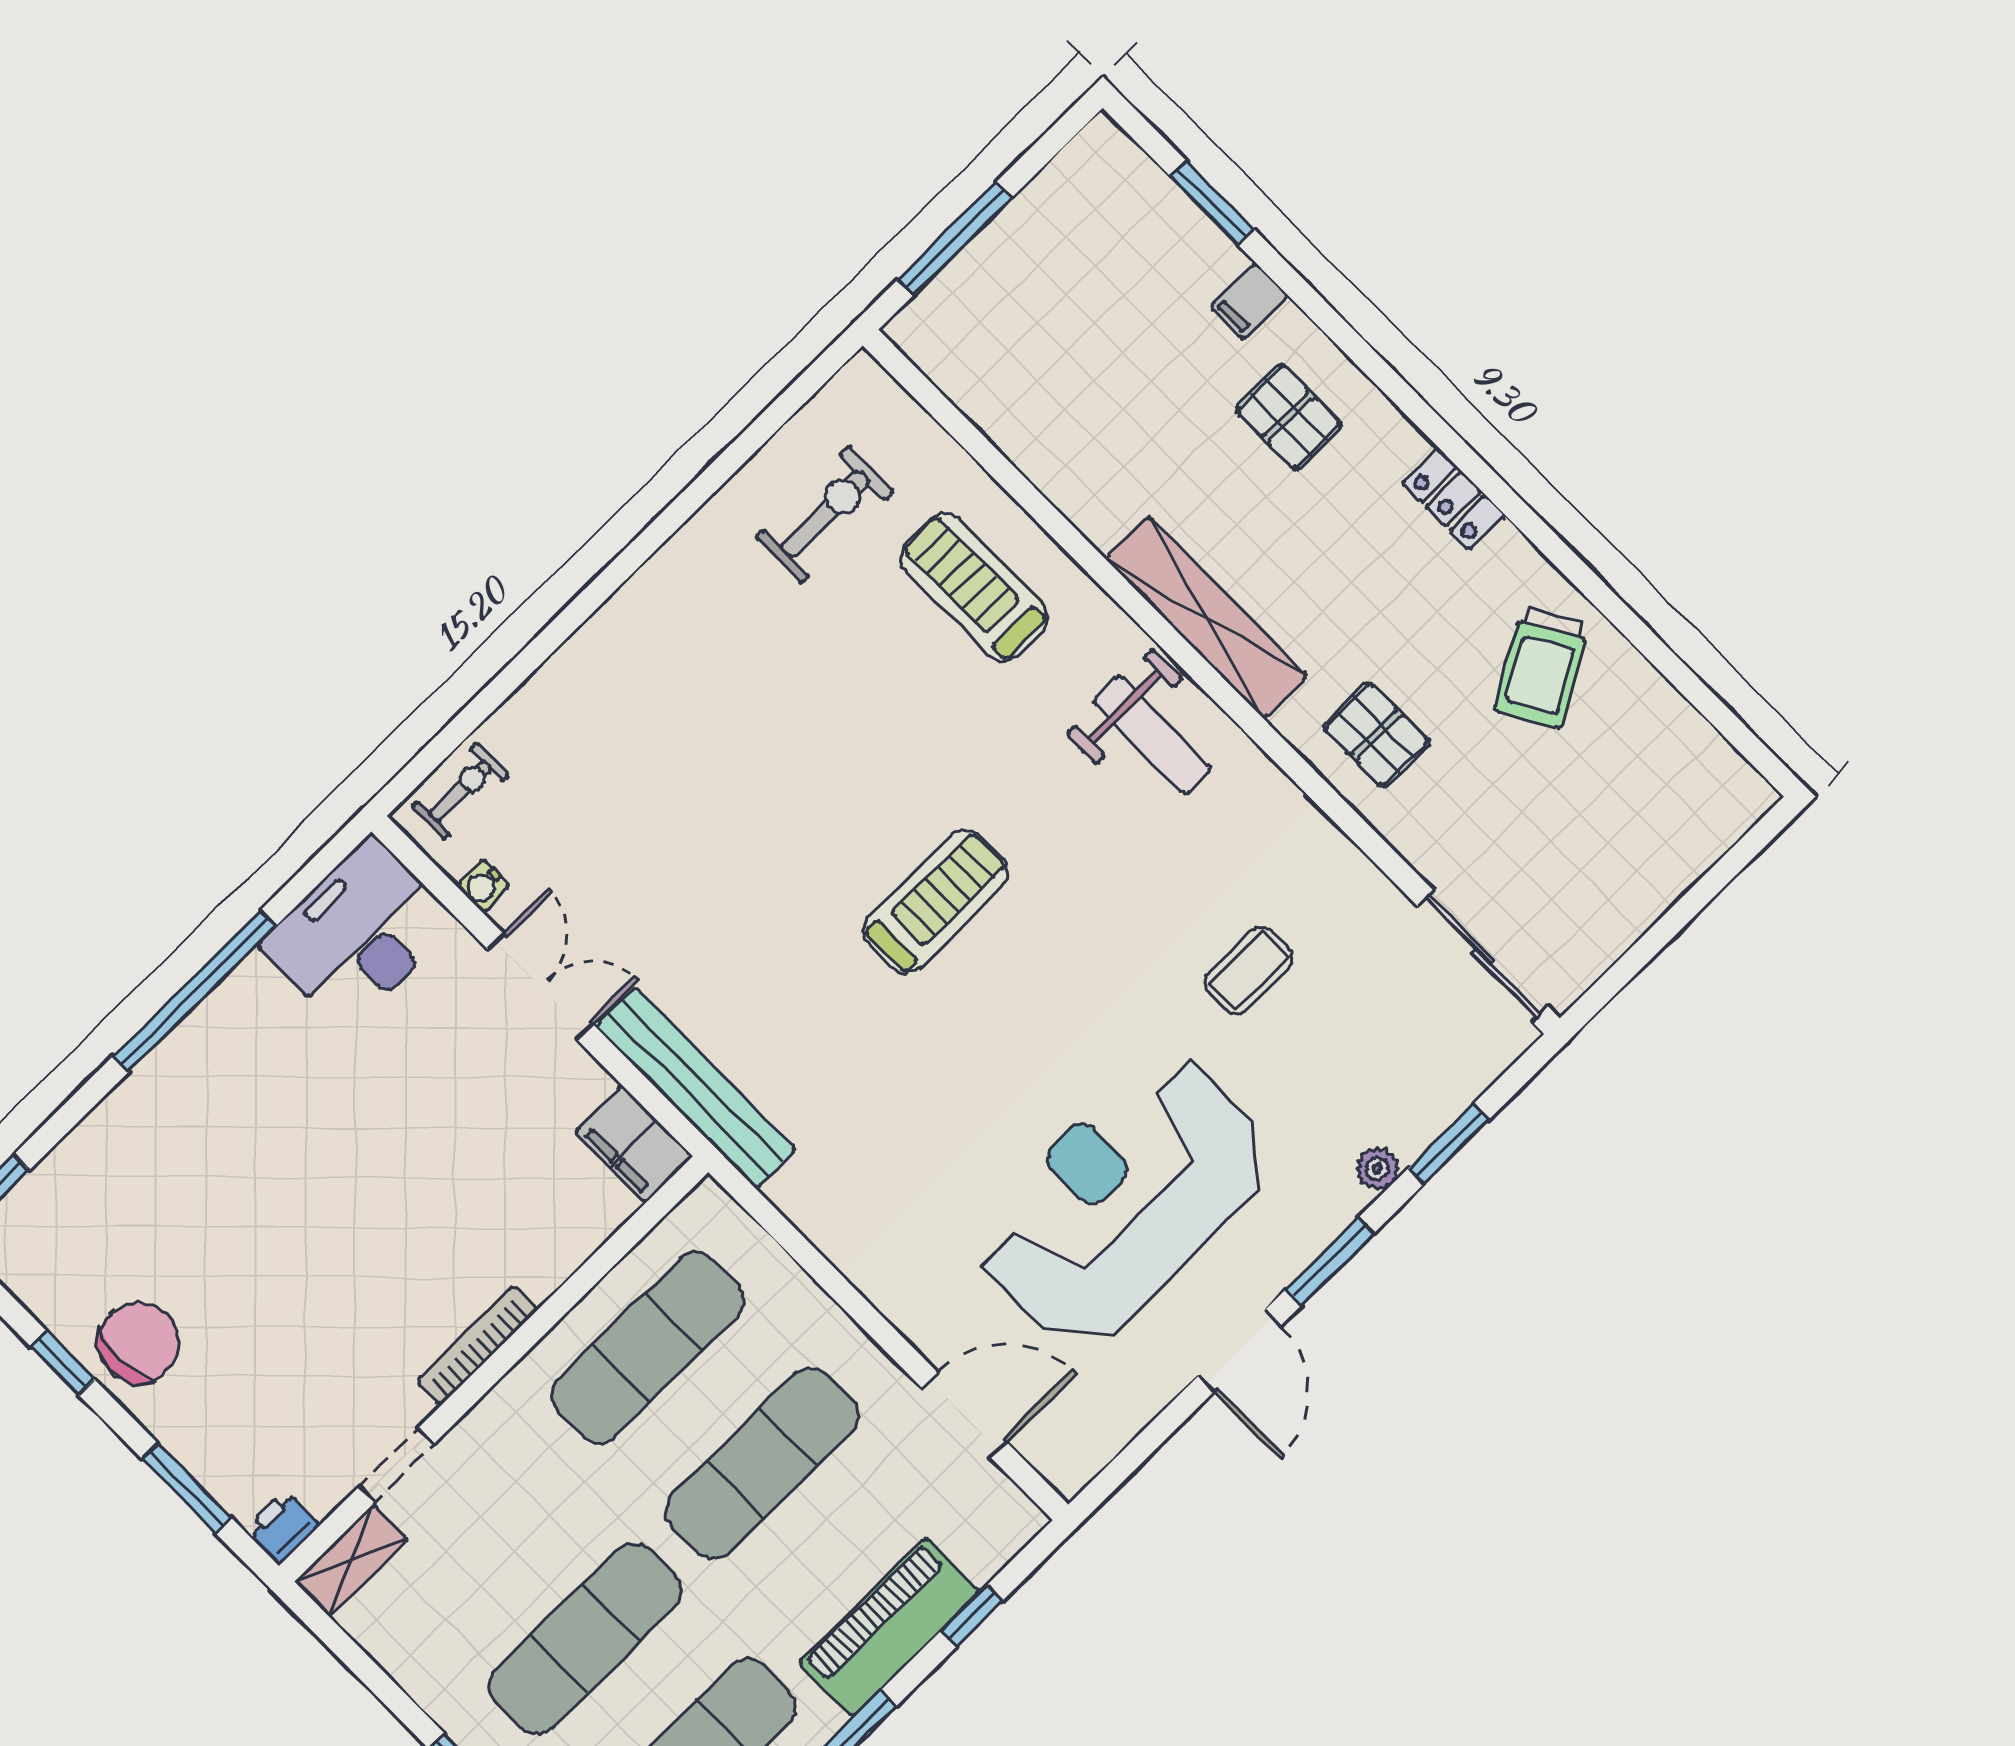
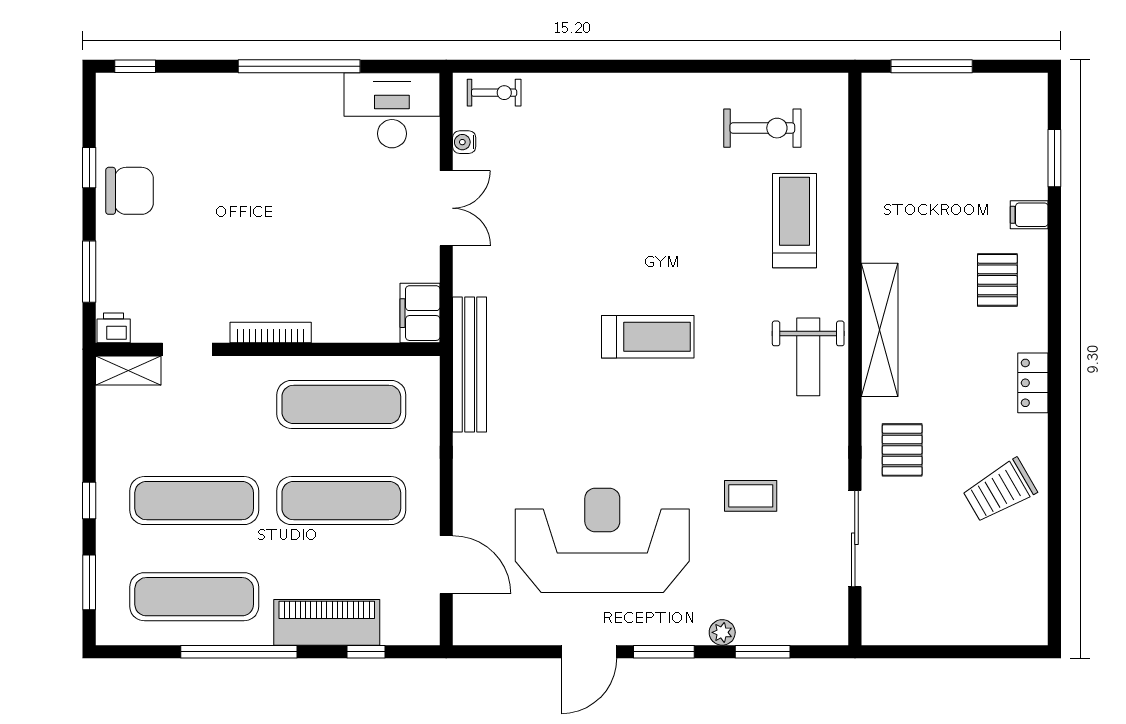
sliding door: (1483, 956) -> (855, 539), moved
bench: (696, 1088) -> (470, 365), moved

